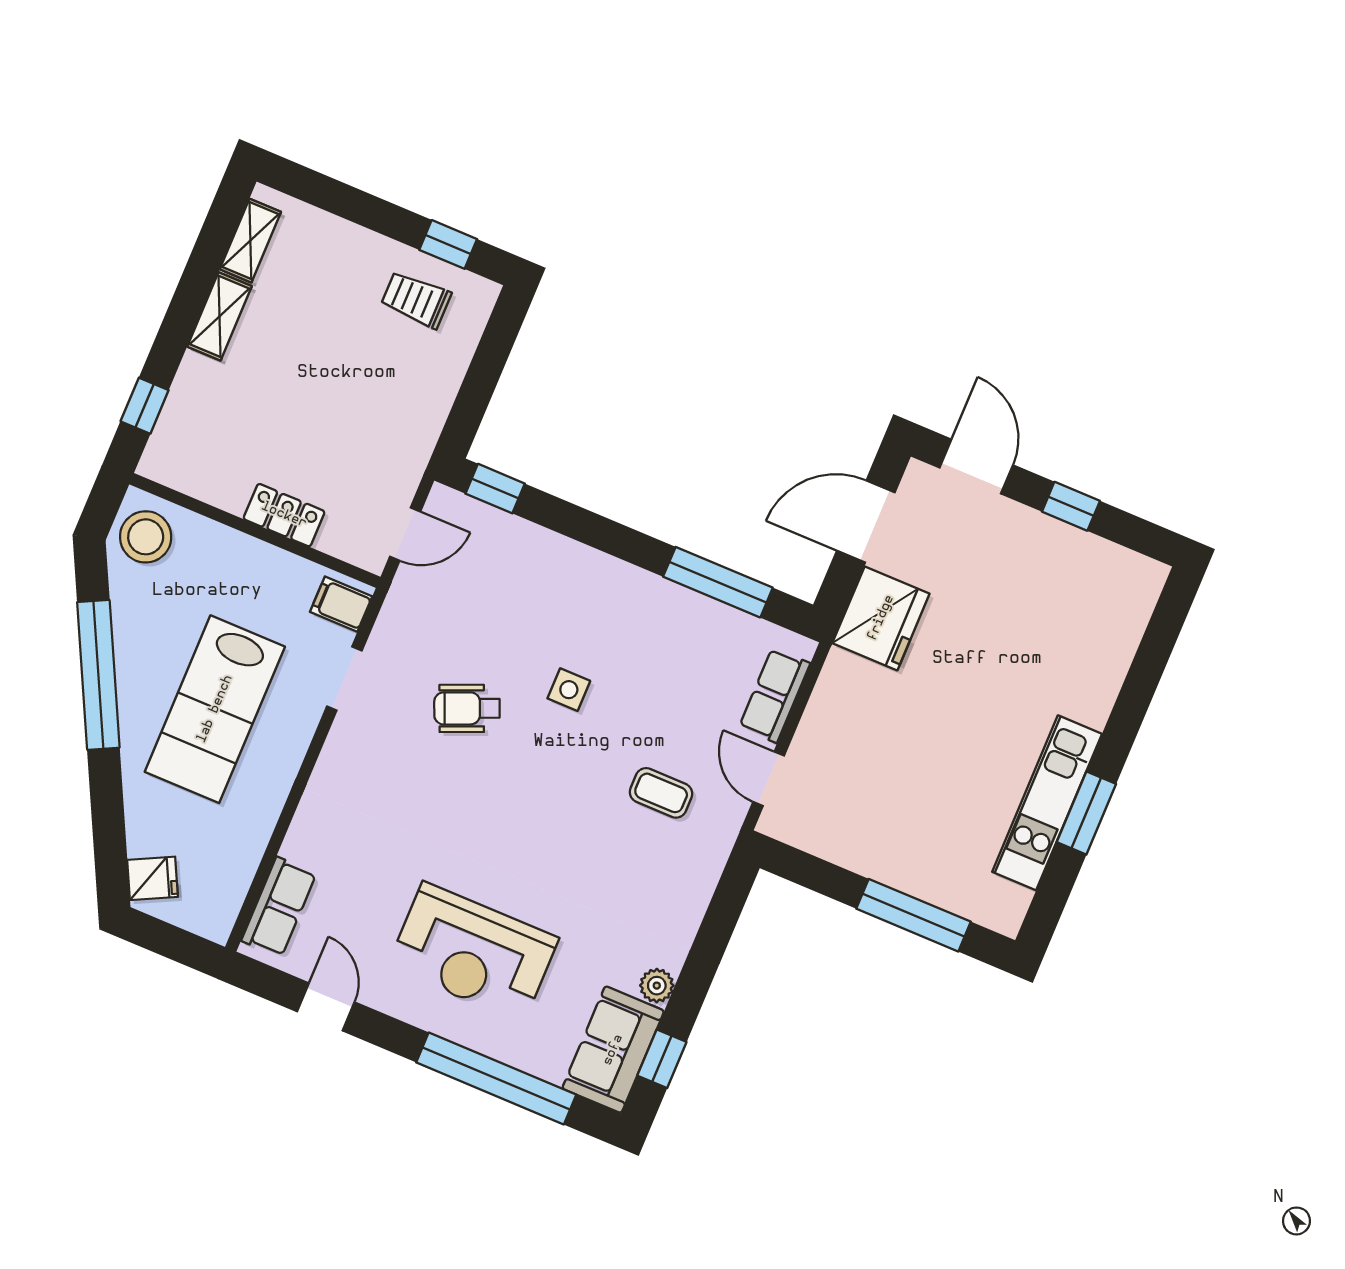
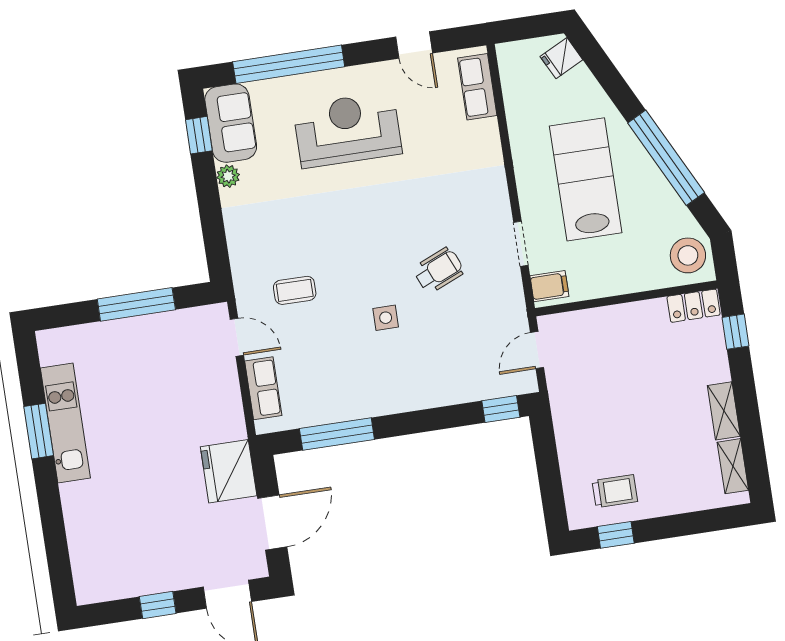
locker: (284, 515) -> (694, 306), moved
window: (914, 915) -> (136, 304), moved

